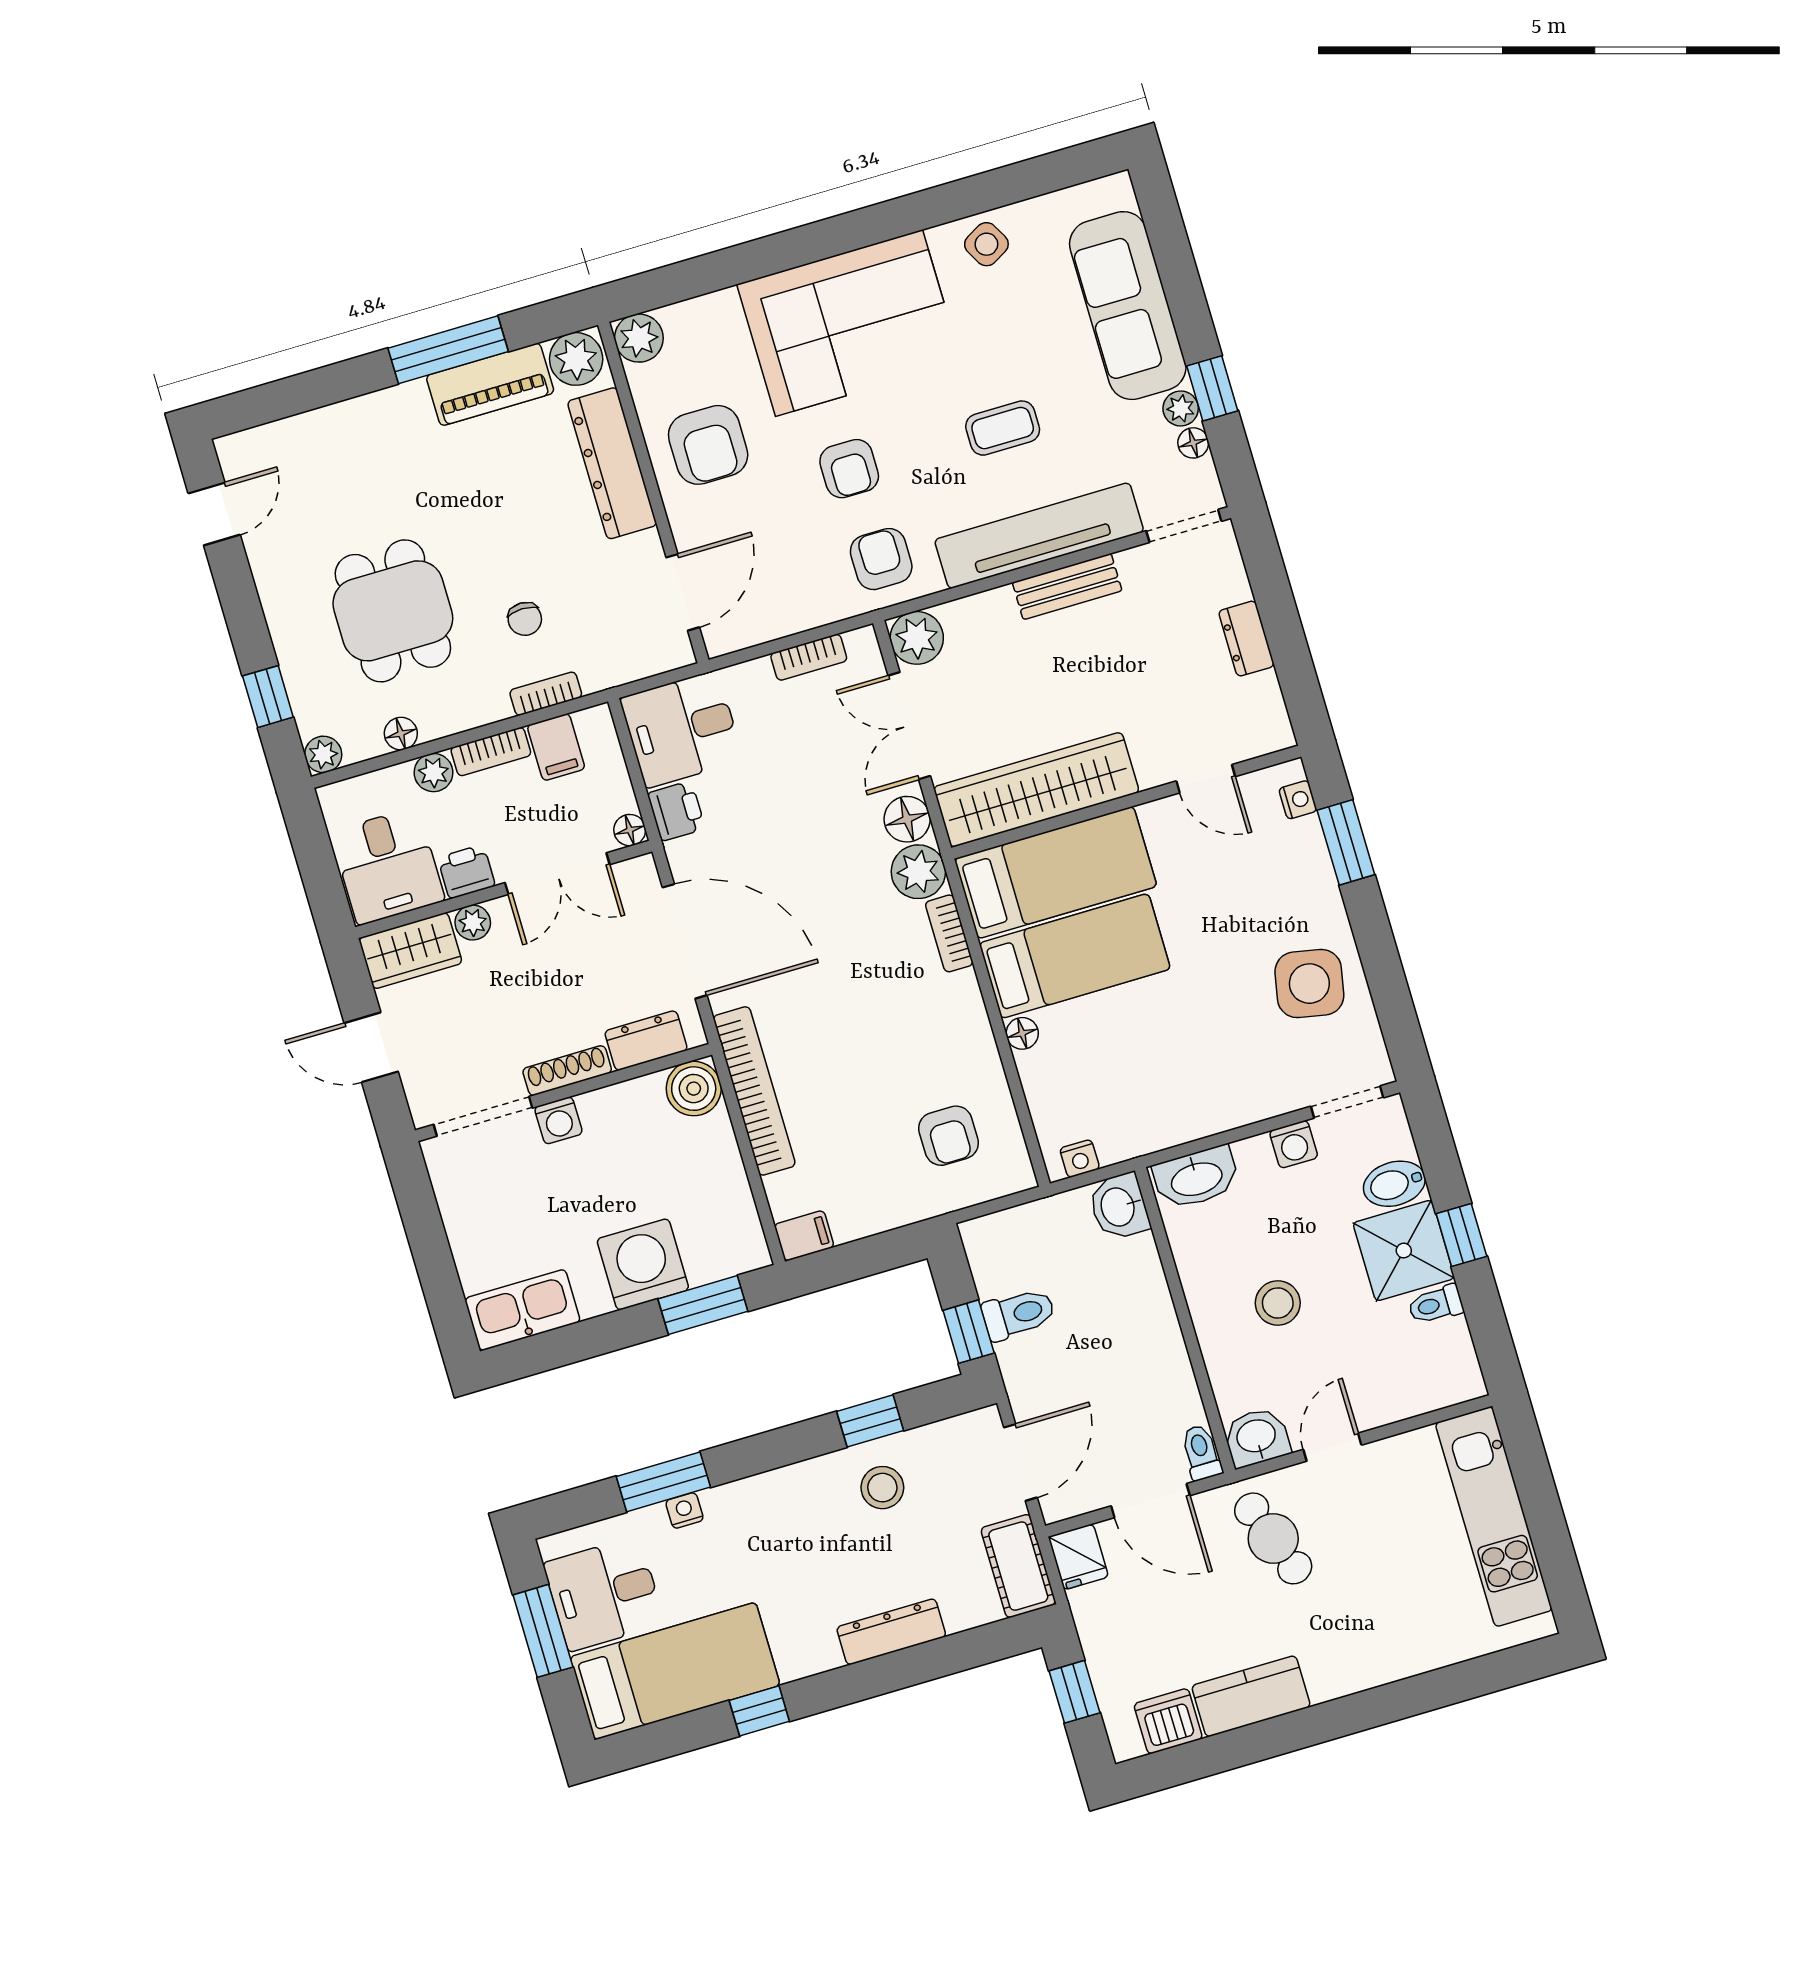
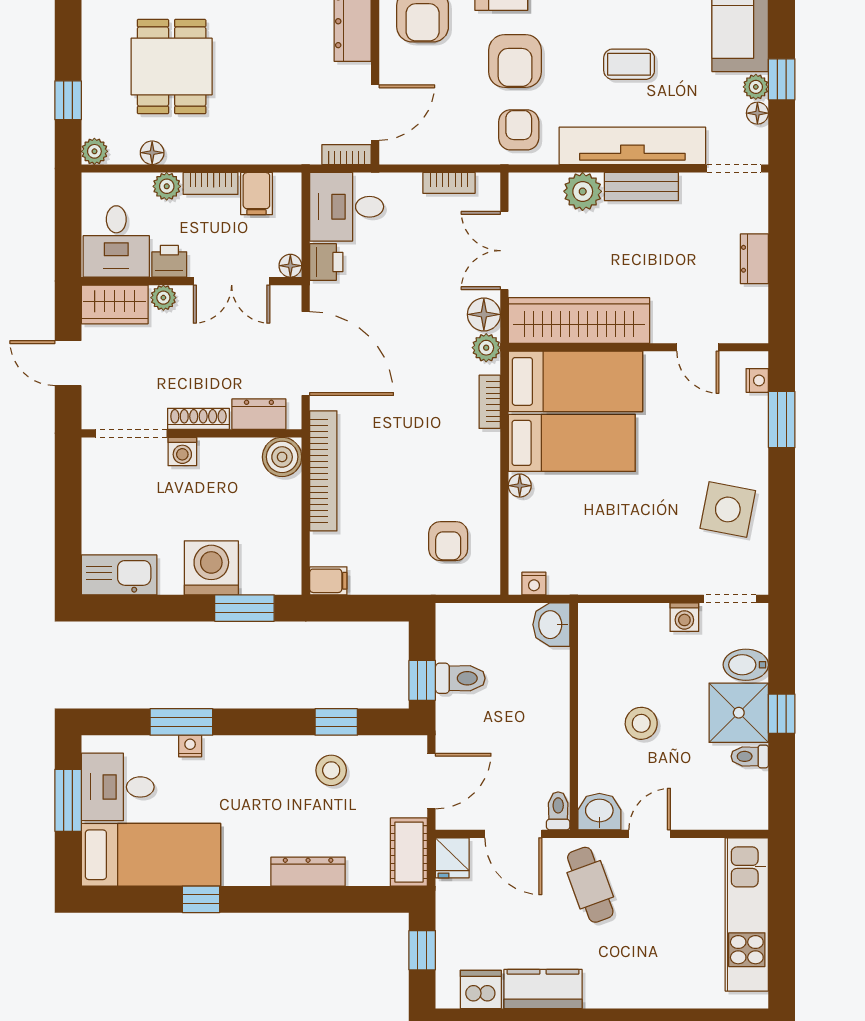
armchair: (849, 469) -> (515, 61), width x1.38, depth x1.38
chair: (525, 619) -> (261, 99), removed
plant: (917, 638) -> (583, 191), moved
bookcase: (546, 694) -> (347, 155), moved
plant: (918, 872) -> (486, 348), width x0.73, depth x0.73
washbasin: (1196, 1178) -> (610, 620), removed

